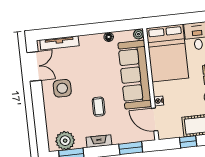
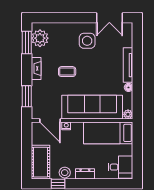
tv unit: (59, 43) -> (128, 65), moved
bed: (167, 53) -> (108, 133), width x0.67
door: (155, 120) -> (50, 120), swing flipped
window: (188, 142) -> (27, 148), removed

